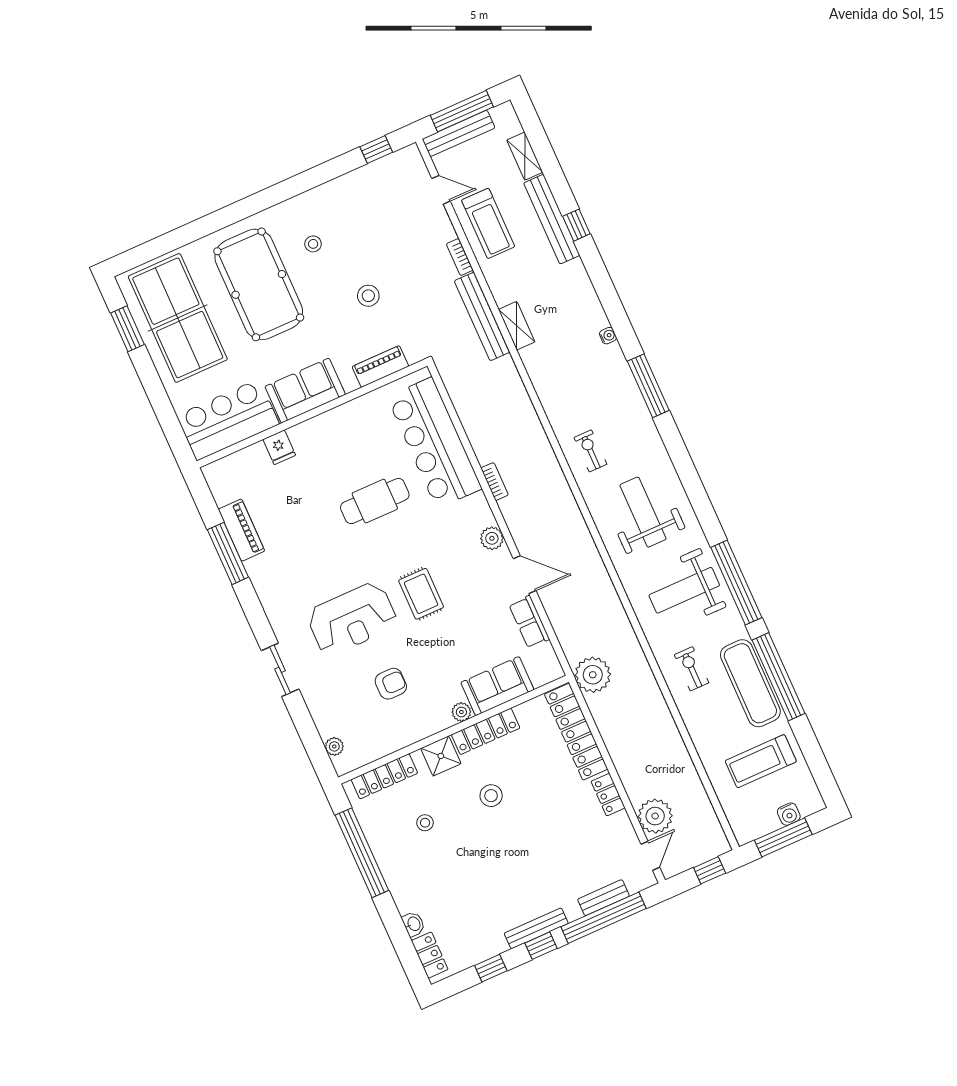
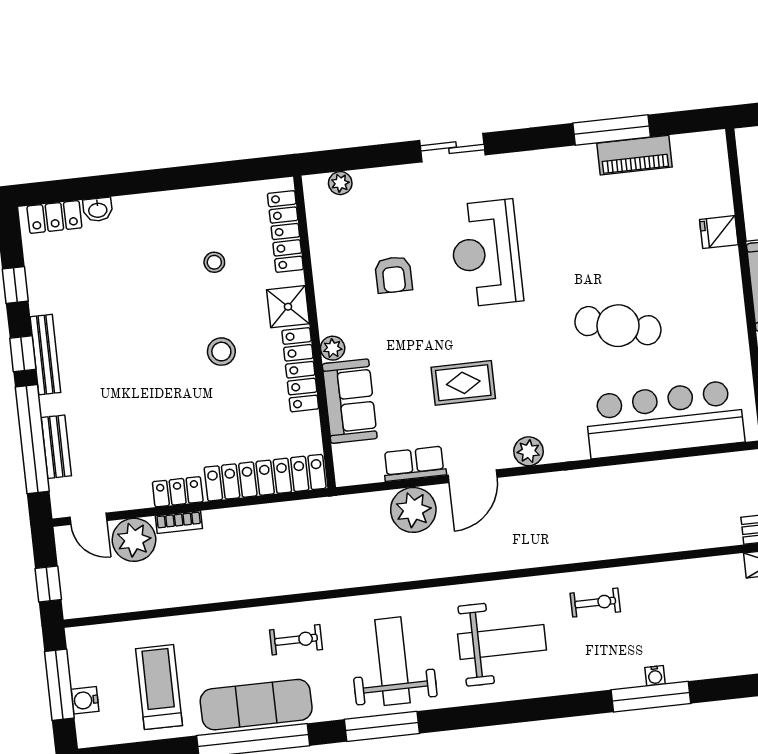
water cooler: (608, 336) -> (655, 676), moved
bookcase: (495, 482) -> (179, 522), moved
cafe table: (375, 501) -> (618, 326), turned -75
window: (736, 582) -> (382, 726), width x0.68
rug: (421, 594) -> (463, 383), moved
plant: (593, 675) -> (413, 510), moved
window: (362, 853) -> (203, 175), removed

